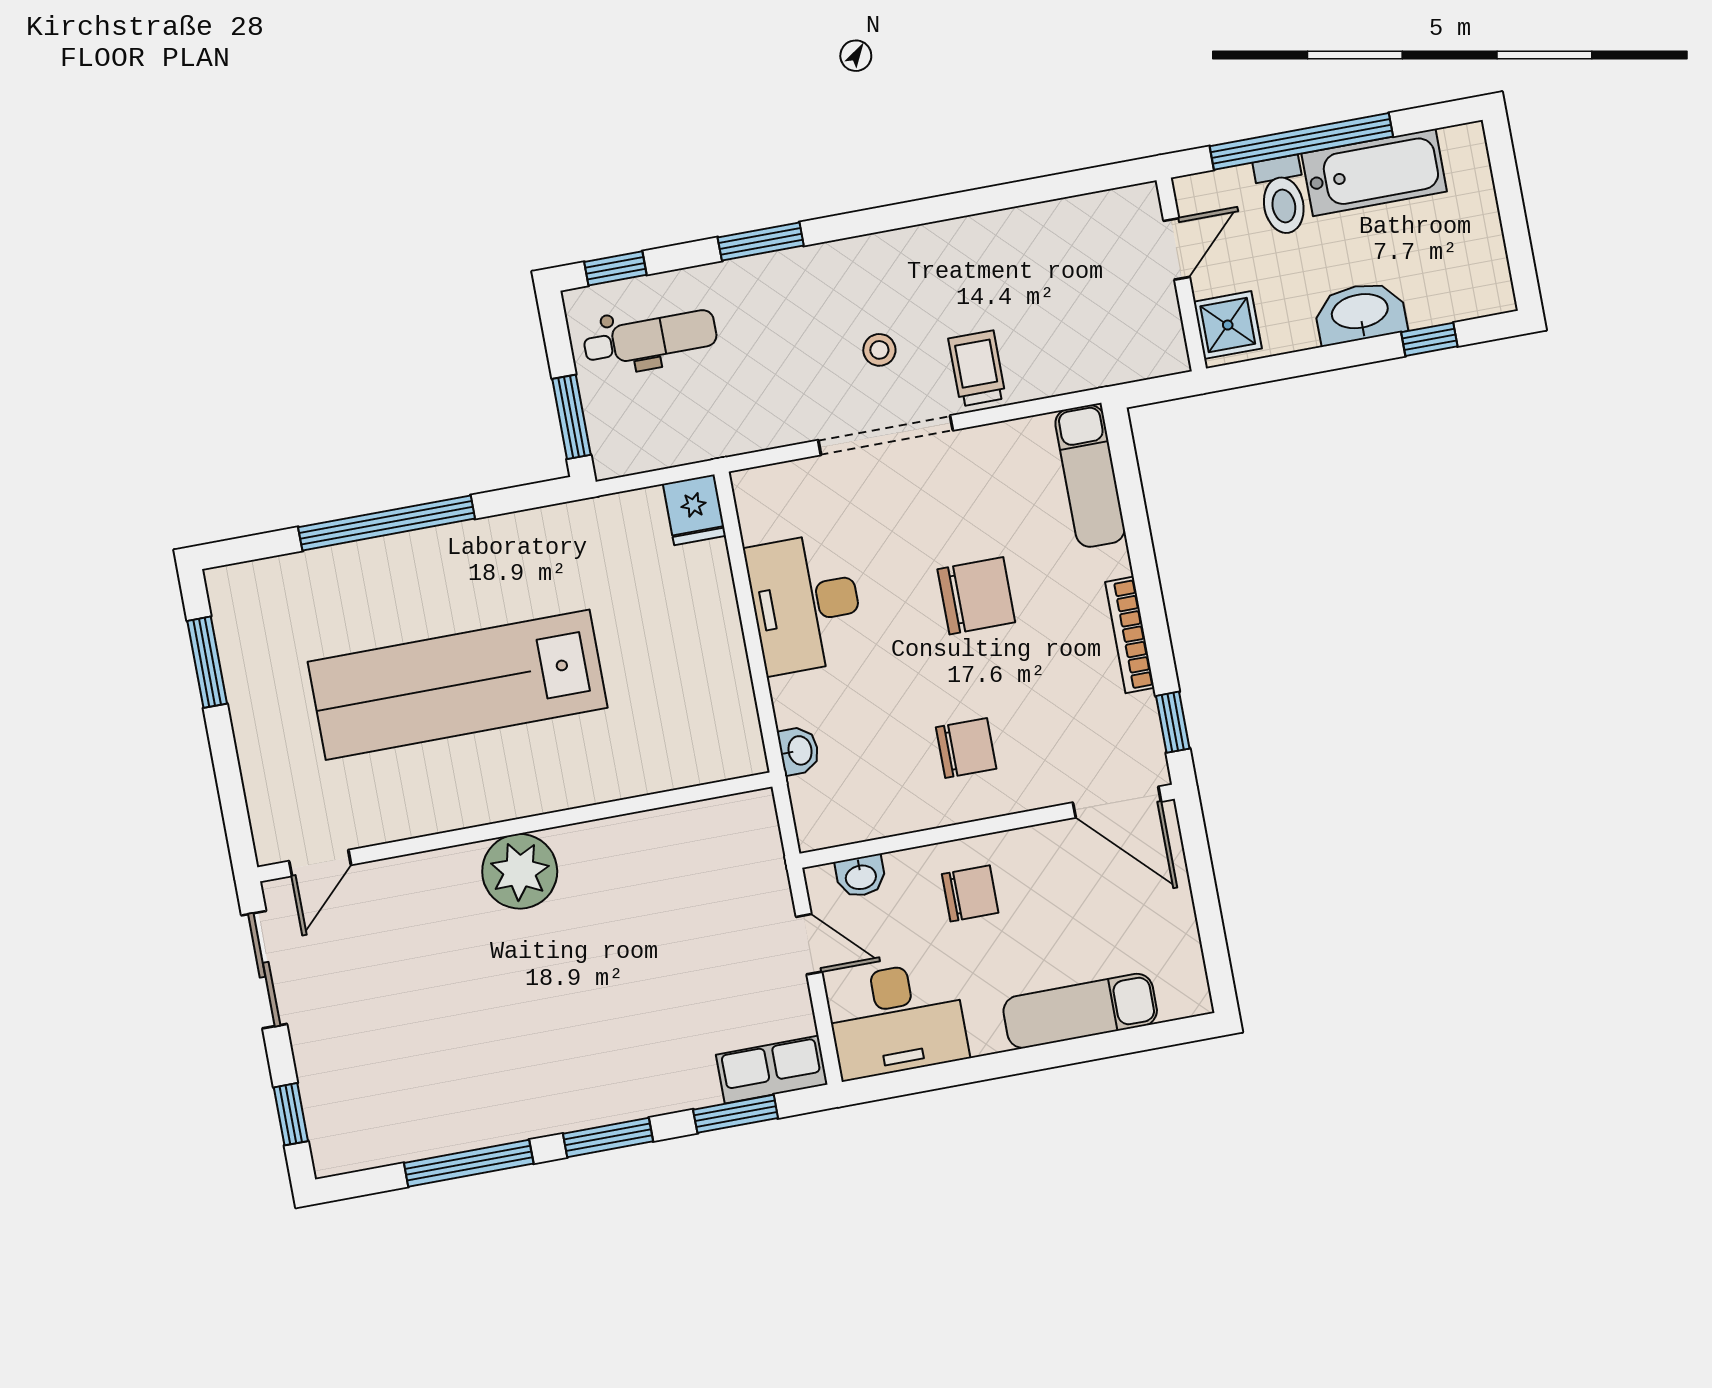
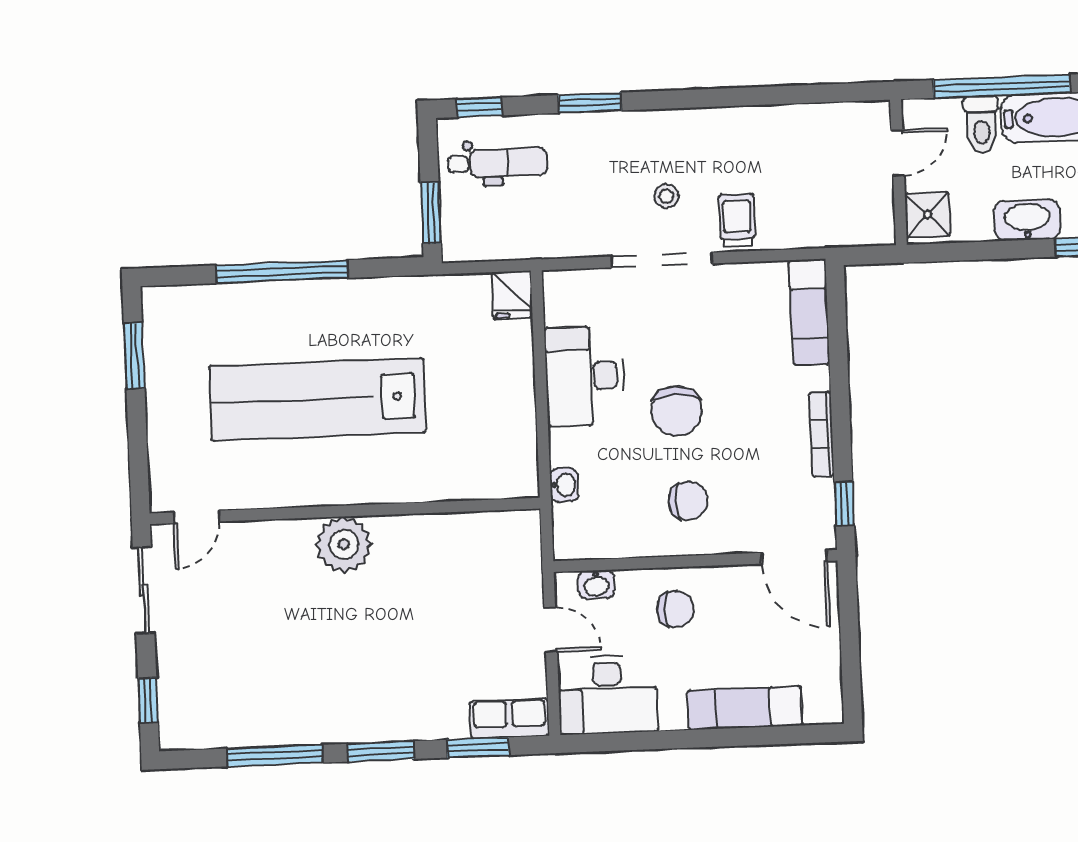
chair: (976, 596) -> (677, 411), moved, turned 90

